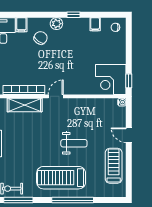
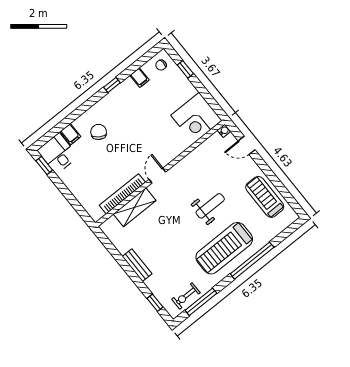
plant: (56, 24) -> (103, 106), removed
window: (129, 81) -> (185, 69), moved
door: (129, 135) -> (247, 145), moved

